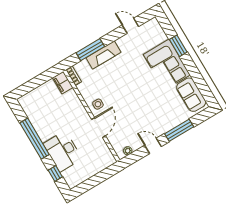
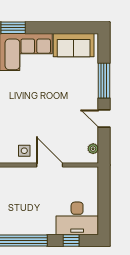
door: (153, 146) -> (104, 118), hinge flipped
desk: (63, 151) -> (77, 218), moved

